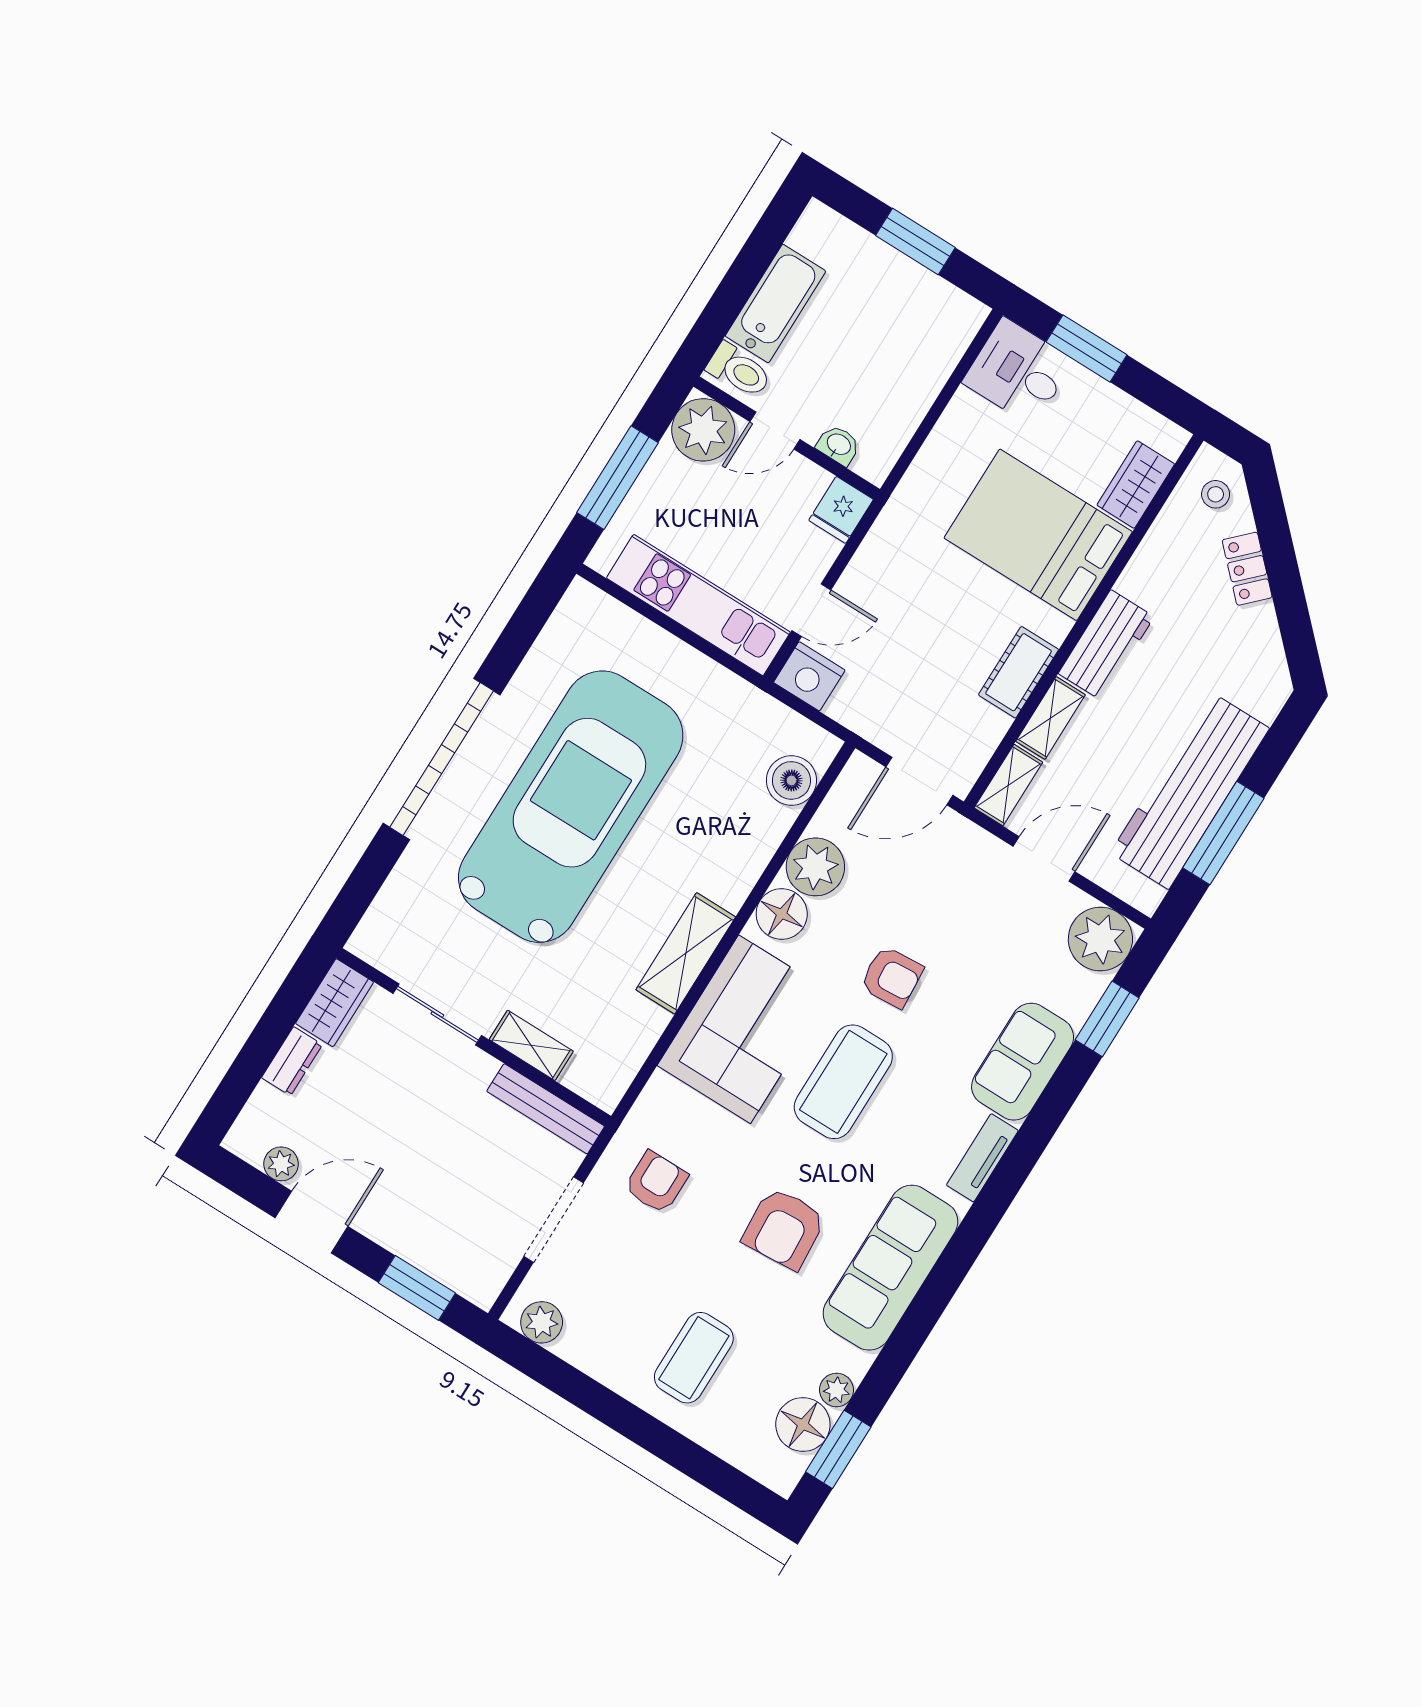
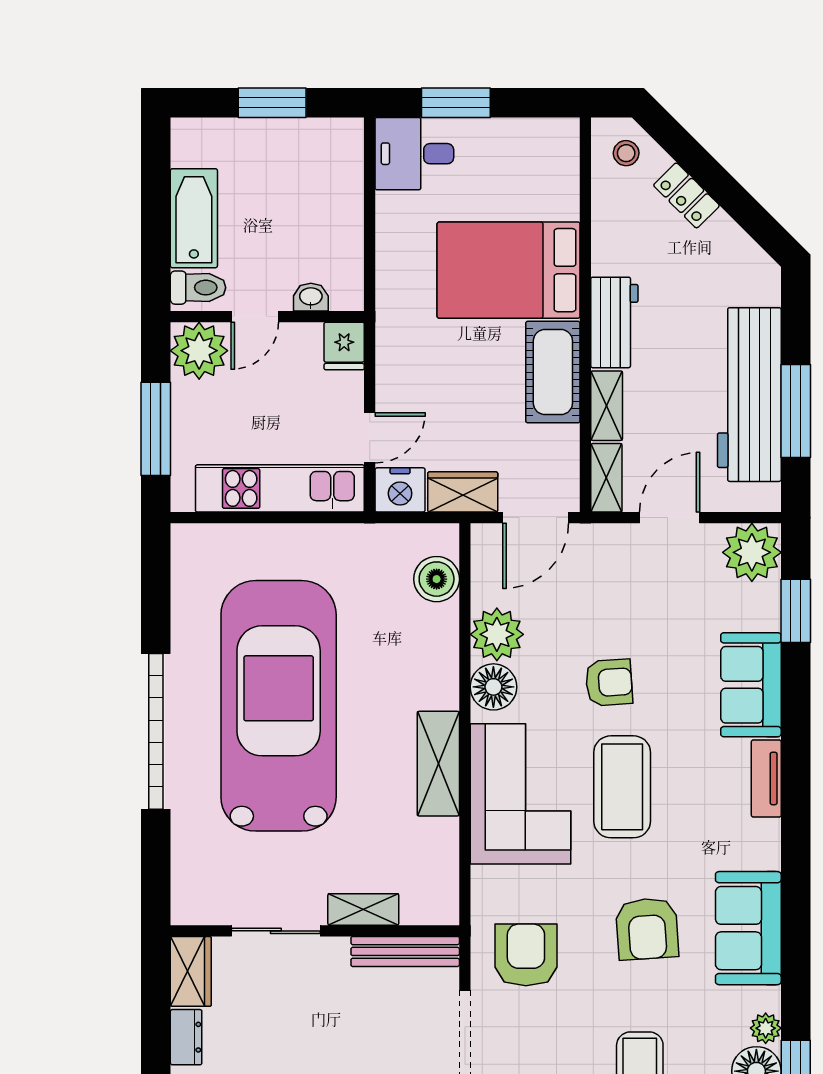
wardrobe: (1136, 485) -> (463, 492), moved, turned 90
cot: (1019, 672) -> (553, 372), width x1.37, depth x1.34
armchair: (656, 1182) -> (526, 955), width x1.38, depth x1.38
sofa: (890, 1268) -> (748, 928), width x0.73

